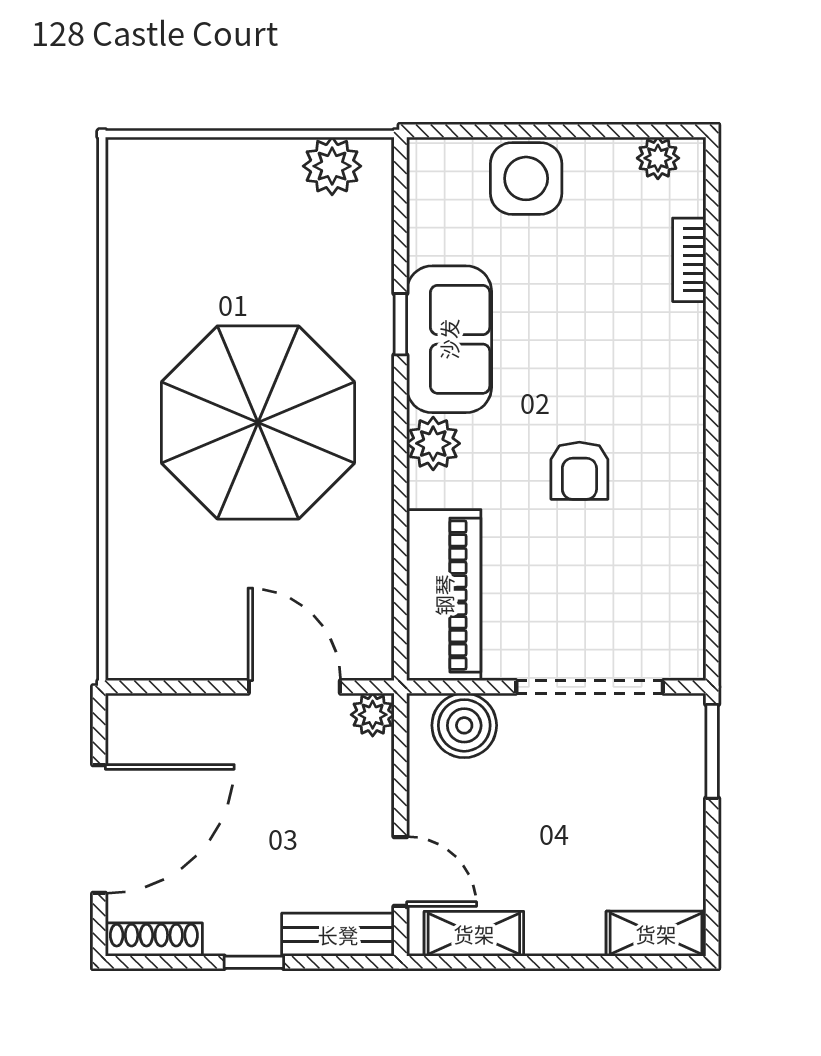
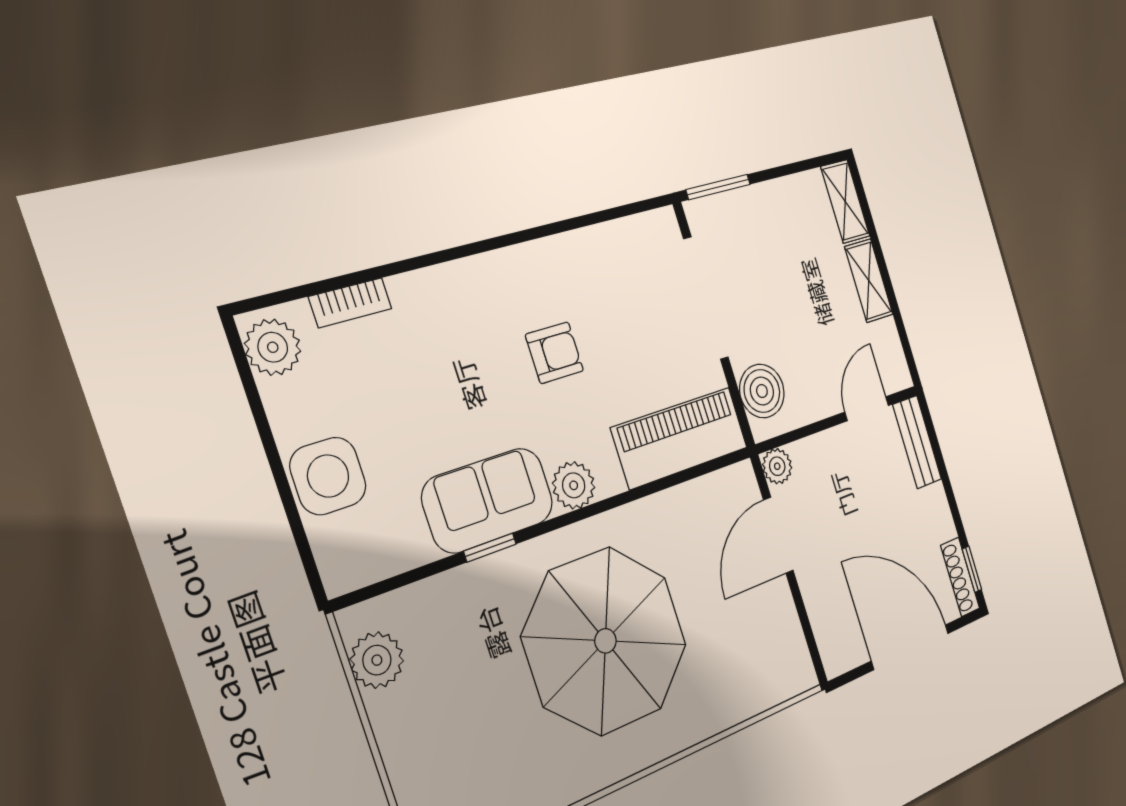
plant: (658, 158) -> (273, 347), width x1.38, depth x1.38
shelving: (474, 934) -> (869, 281), moved
window: (254, 962) -> (972, 569), moved

